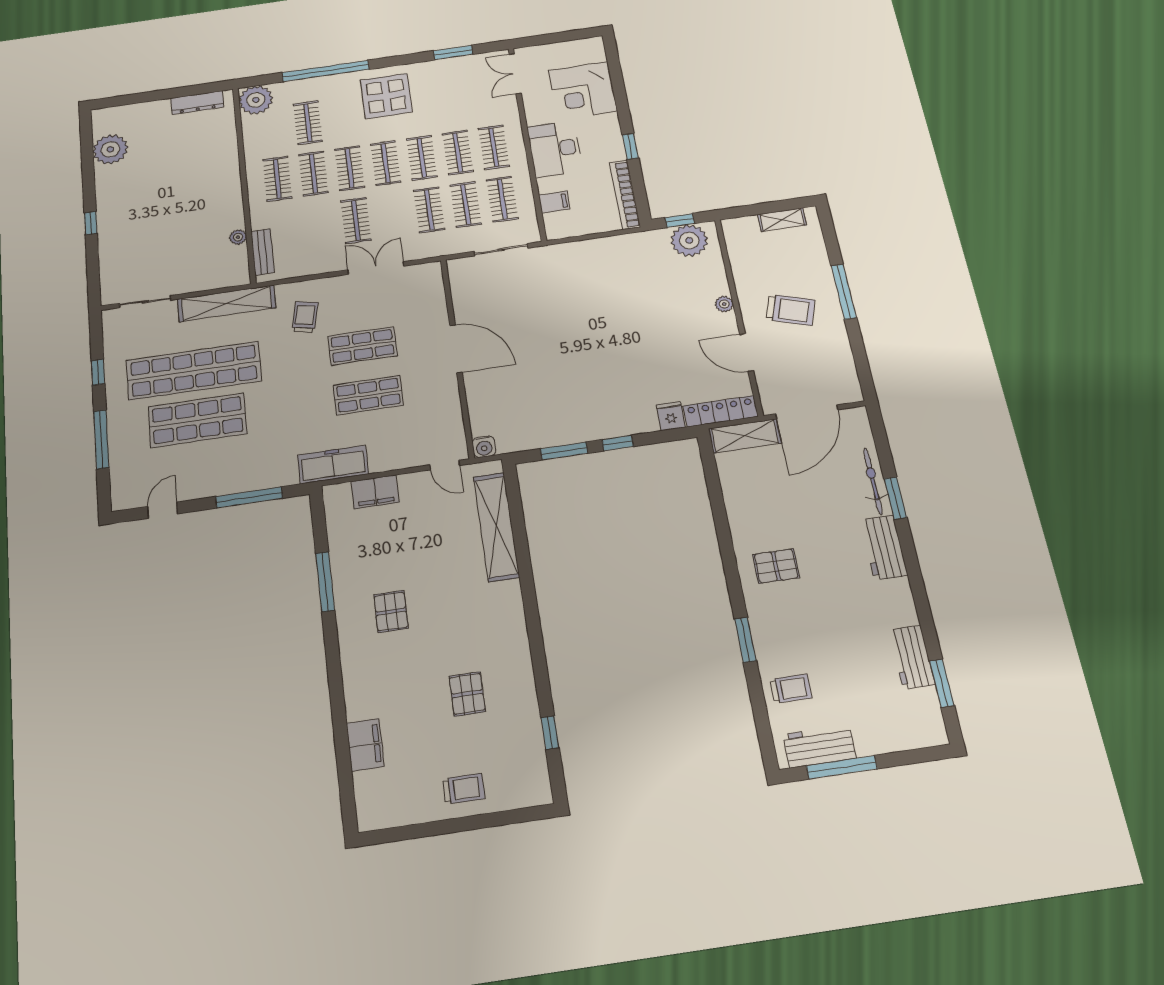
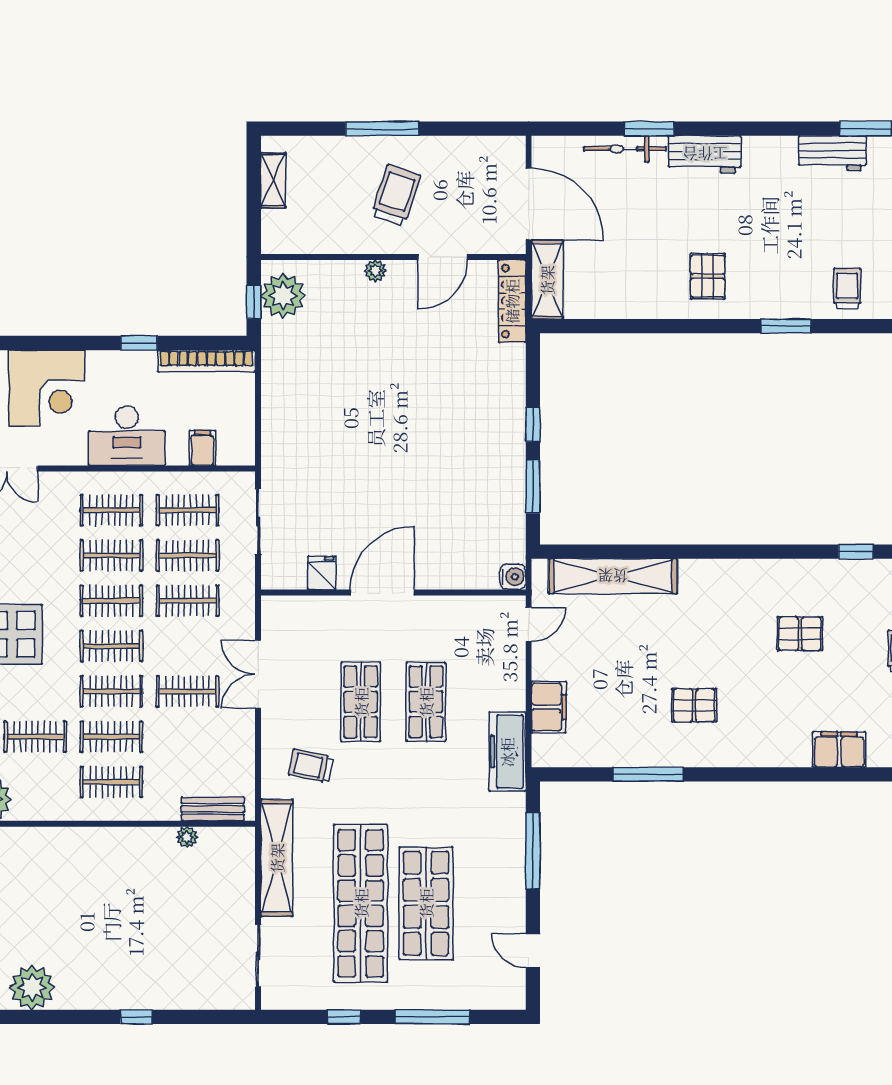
fridge: (671, 416) -> (322, 573), moved, turned 90

